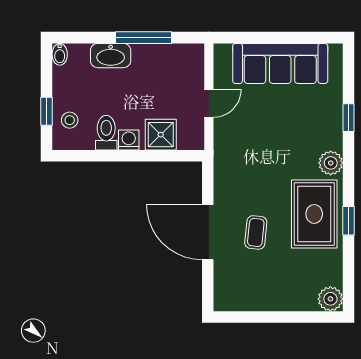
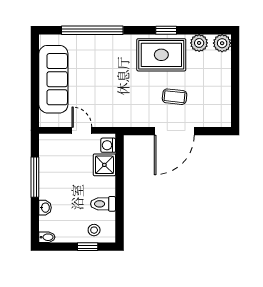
washbasin: (111, 56) -> (45, 208), width x0.52, depth x0.69
window: (349, 118) -> (92, 30), width x3.17
washing machine: (129, 140) -> (108, 145), moved
plant: (331, 163) -> (199, 43), moved

